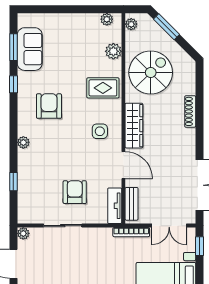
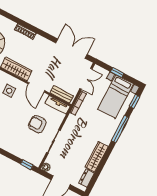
door: (123, 165) -> (36, 87), swing flipped
window: (13, 182) -> (27, 165), moved
window: (199, 246) -> (117, 72), moved

